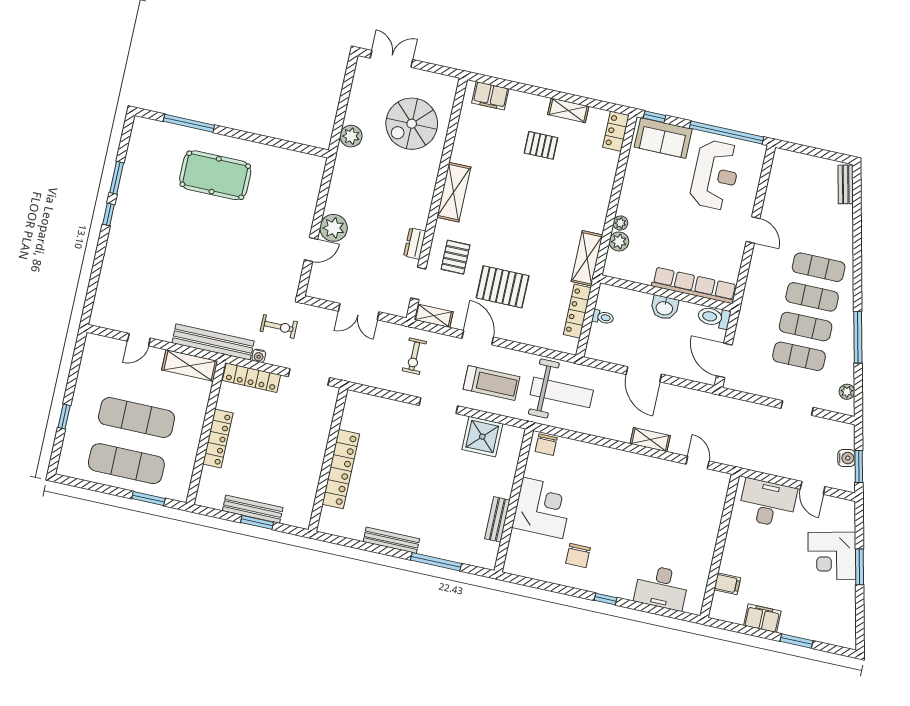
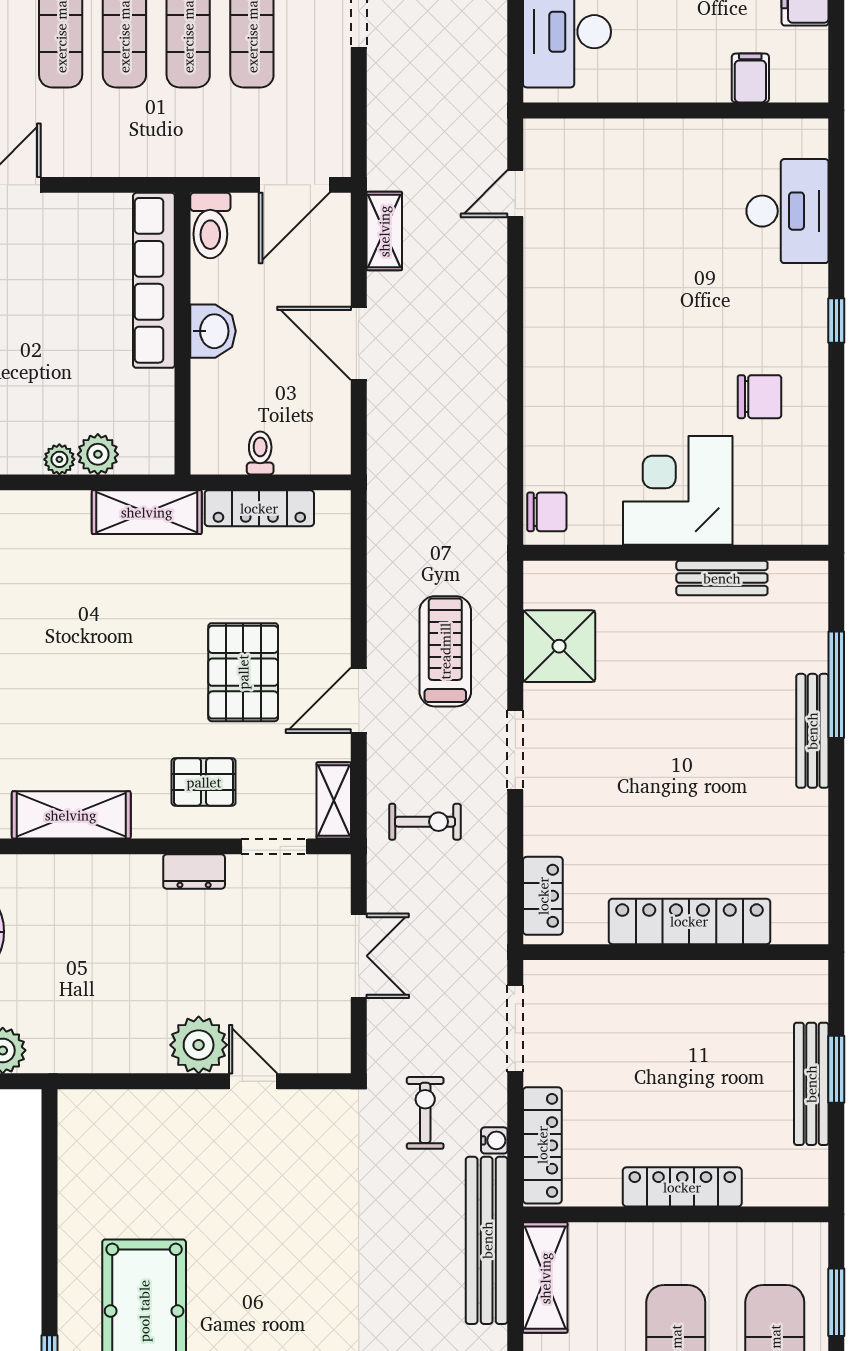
door: (644, 374) -> (359, 343), swing flipped
weight bench: (562, 392) -> (433, 503), removed
locker: (368, 403) -> (543, 896), added
shelving: (650, 440) -> (384, 231), moved
bench: (391, 540) -> (812, 731), moved

